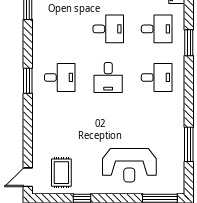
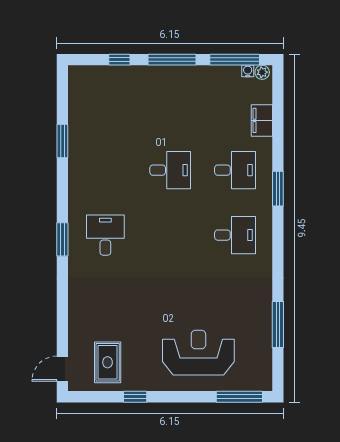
desk: (60, 77) -> (105, 235), turned -90
desk: (108, 77) -> (170, 235), removed
reception desk: (129, 165) -> (198, 353), turned 180

